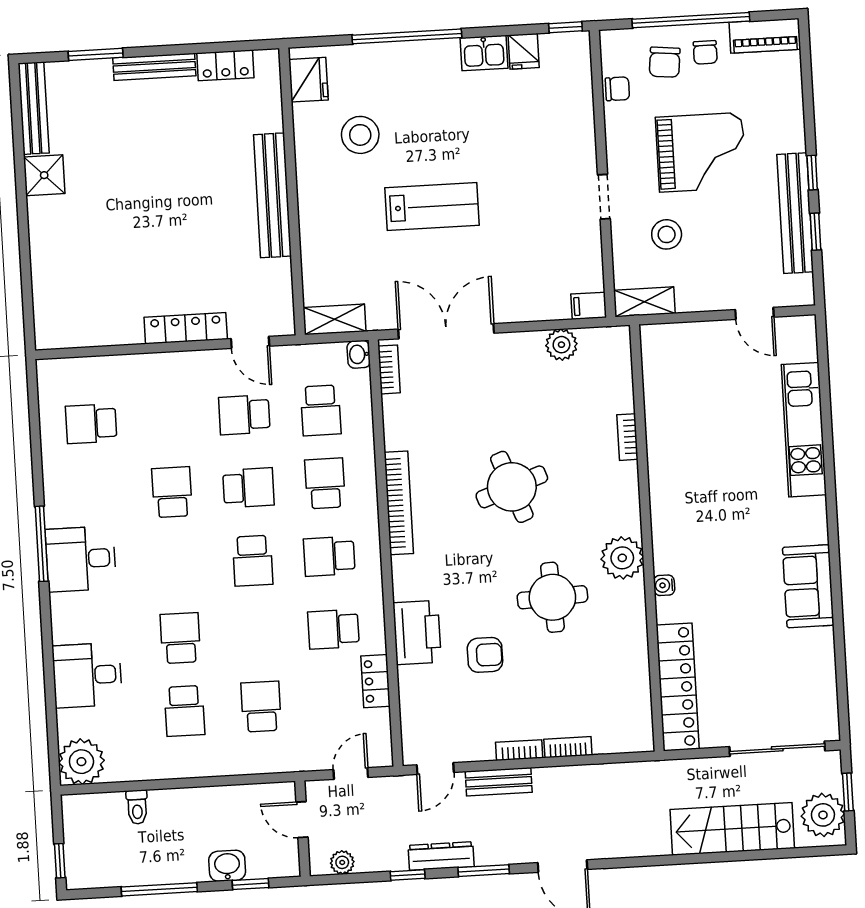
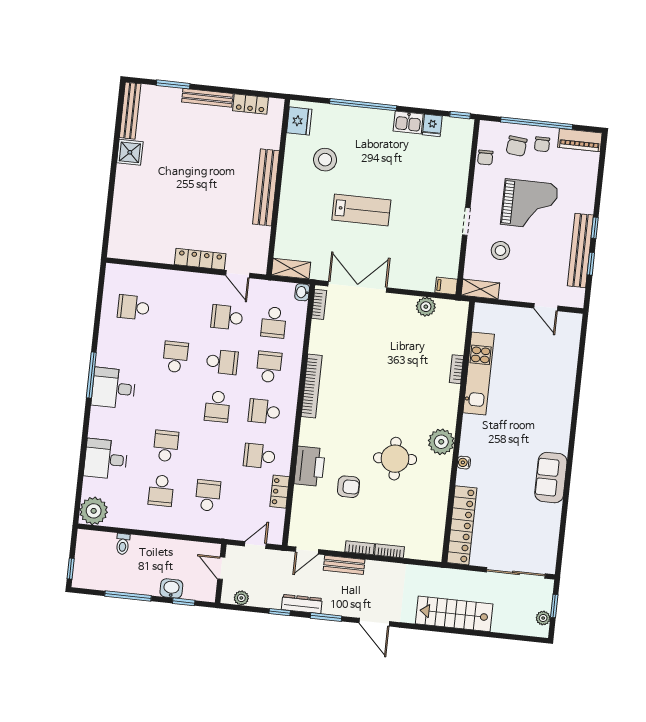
chair: (617, 89) -> (485, 157), turned 90
kitchen unit: (804, 430) -> (479, 374), moved, turned 180
round table: (512, 487) -> (382, 388), removed
plant: (823, 815) -> (543, 618), width x0.53, depth x0.53
stairs: (732, 829) -> (454, 614), moved

